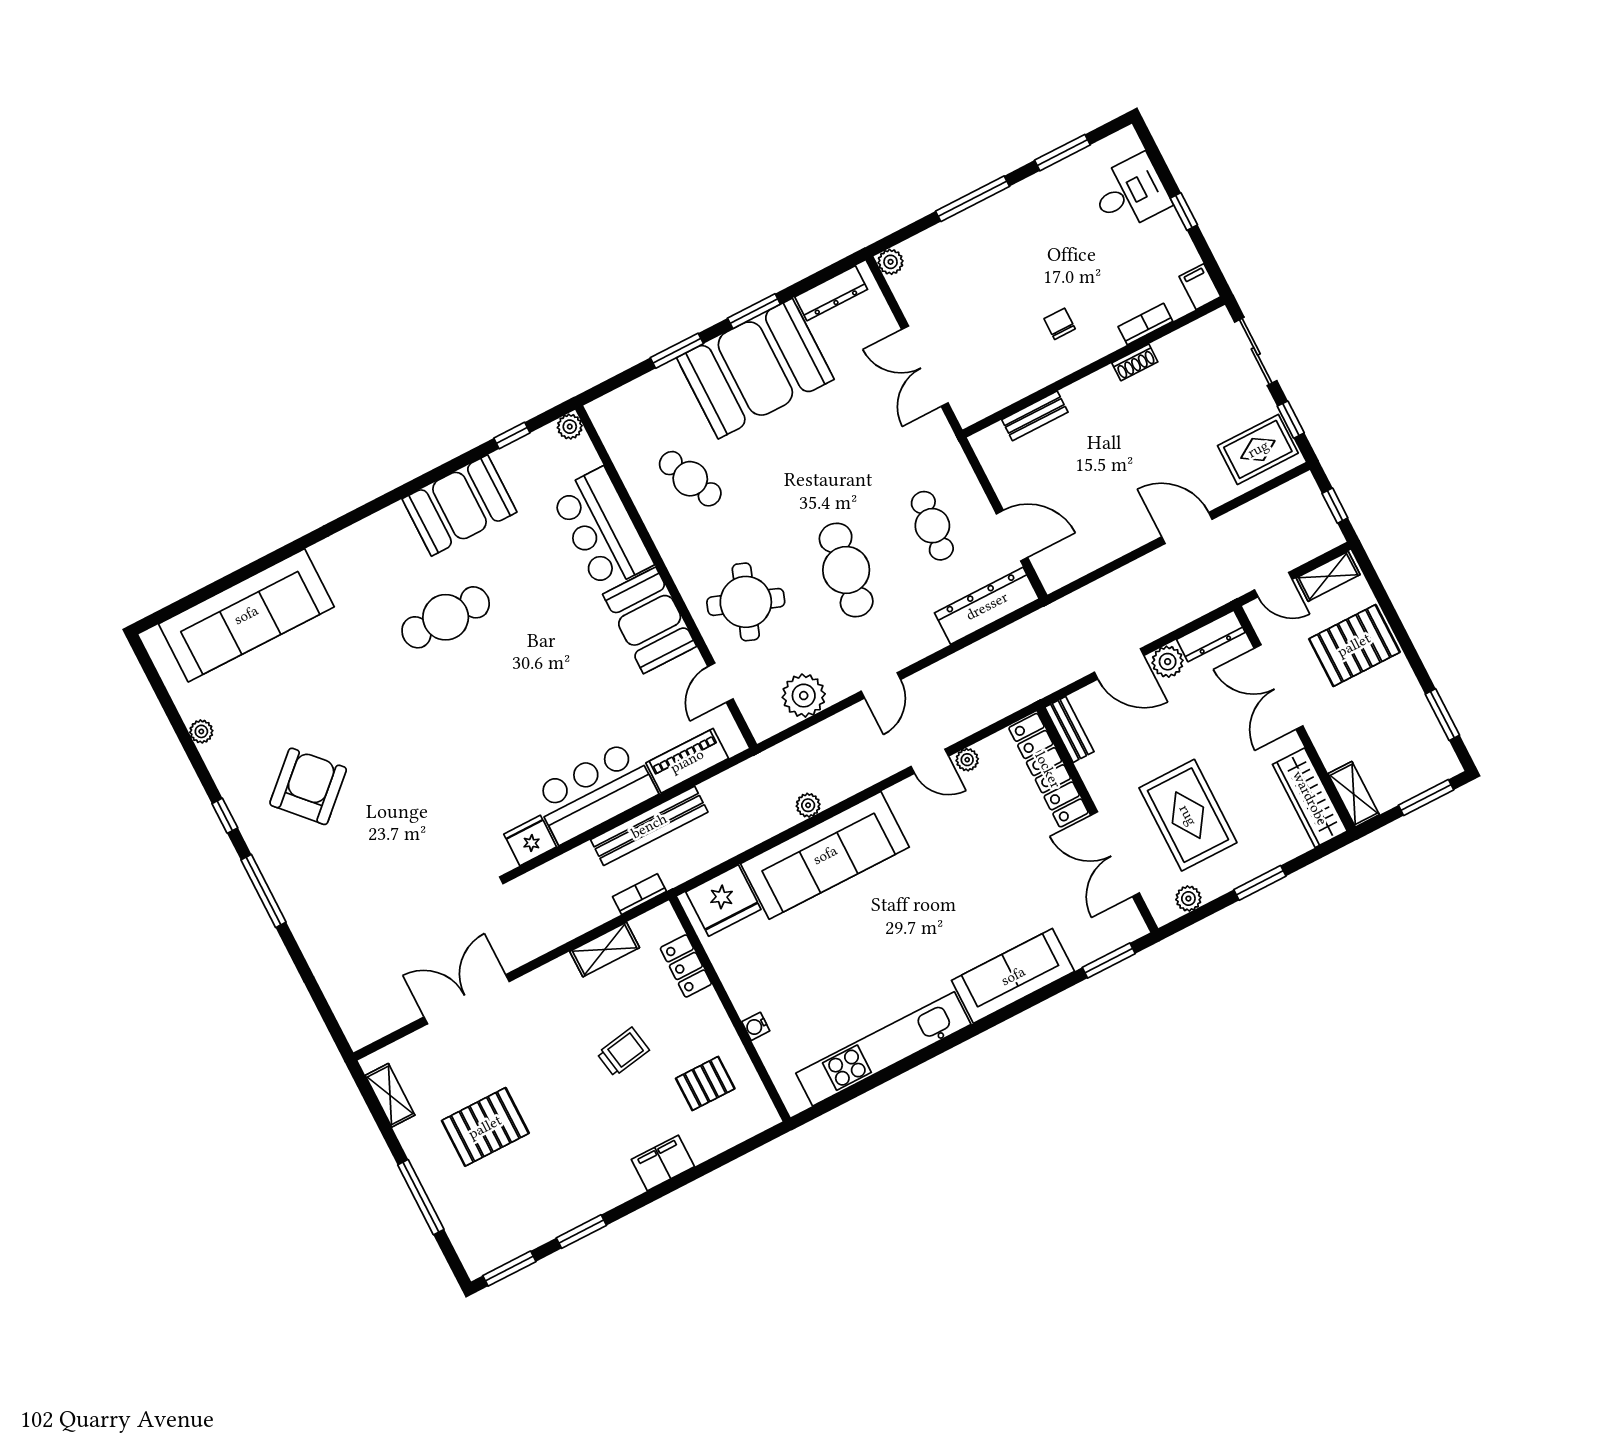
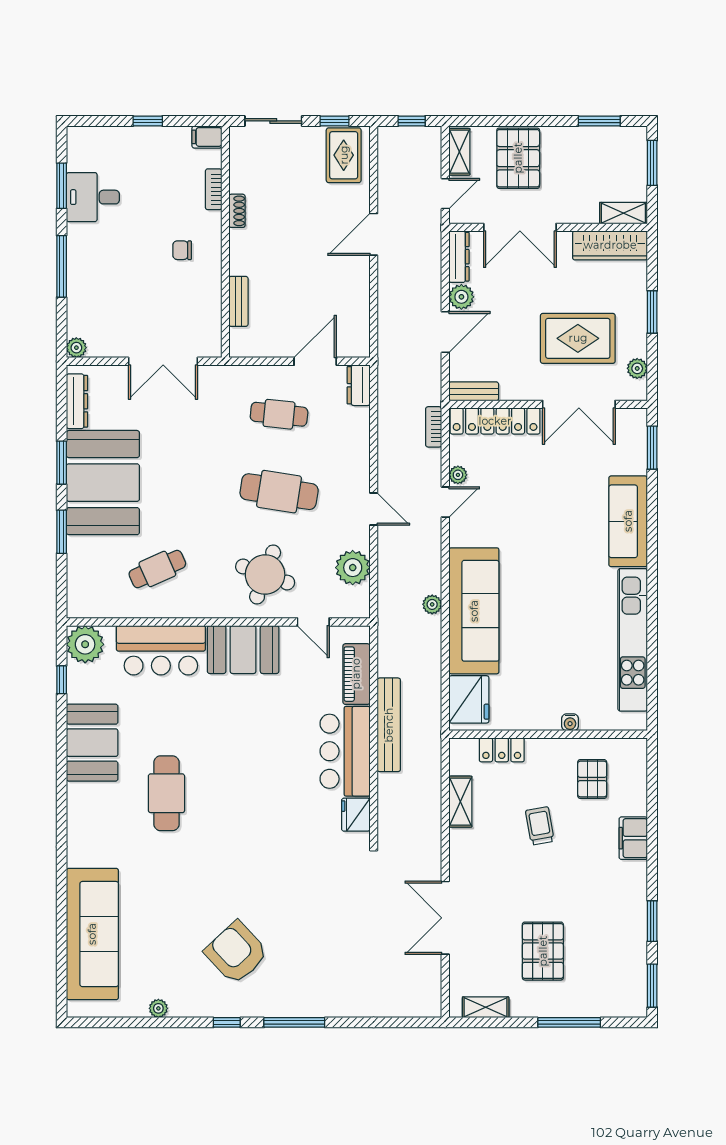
desk: (1130, 193) -> (93, 197), moved, turned -90
plant: (570, 427) -> (85, 644), width x1.88, depth x1.88
dresser: (987, 606) -> (359, 385), width x0.51, depth x0.80
bookcase: (639, 894) -> (434, 427), moved

